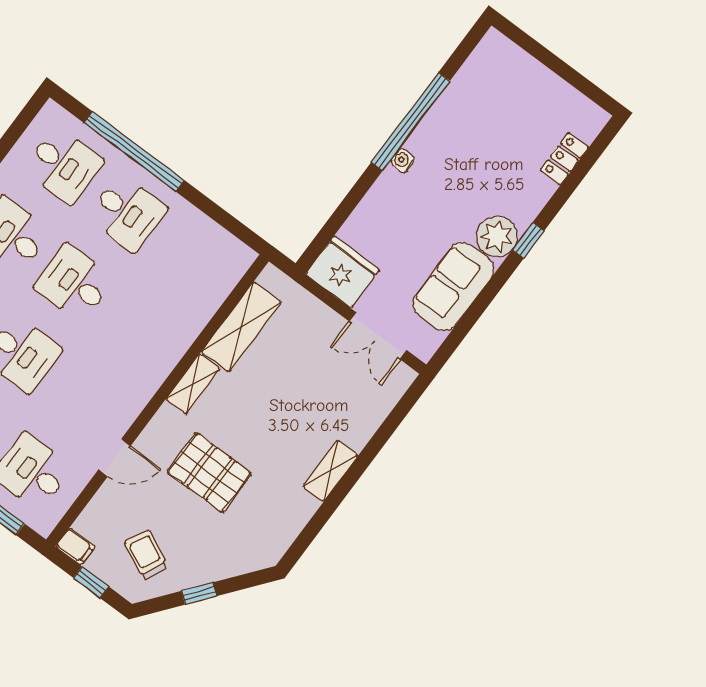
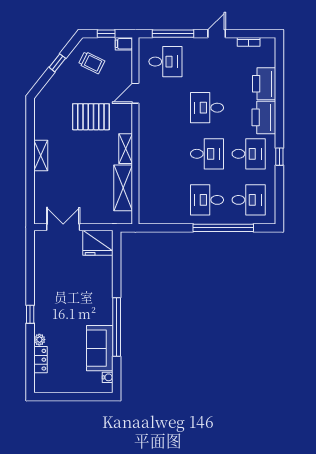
water cooler: (403, 161) -> (108, 377), moved
desk: (63, 165) -> (249, 200), turned 180
plant: (497, 236) -> (39, 340), moved, width x0.53, depth x0.53
sofa: (453, 286) -> (100, 348), moved, turned 180

